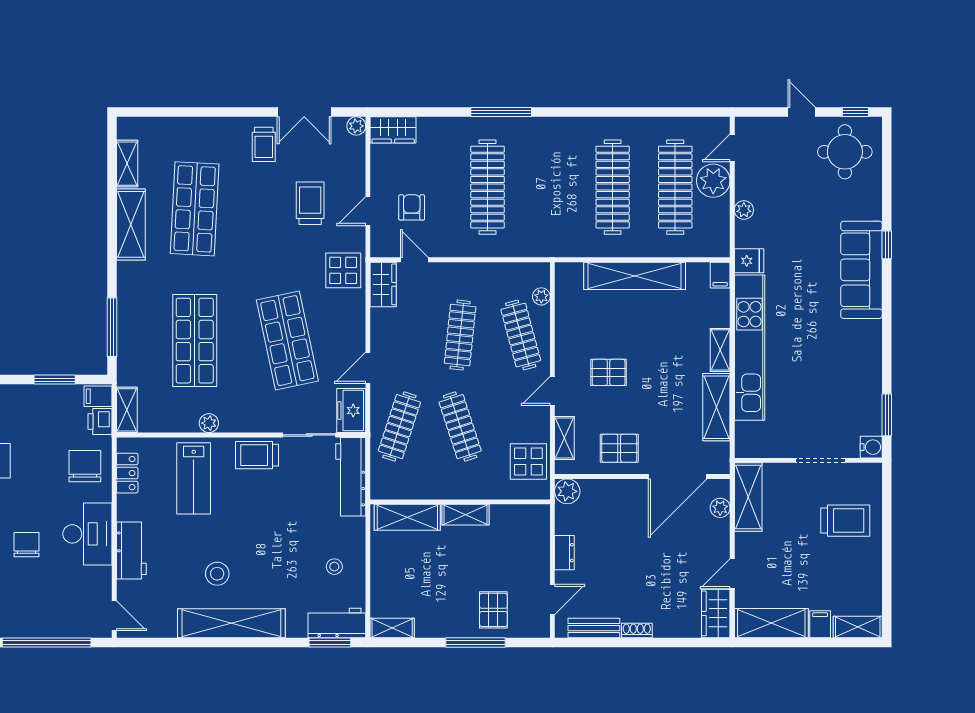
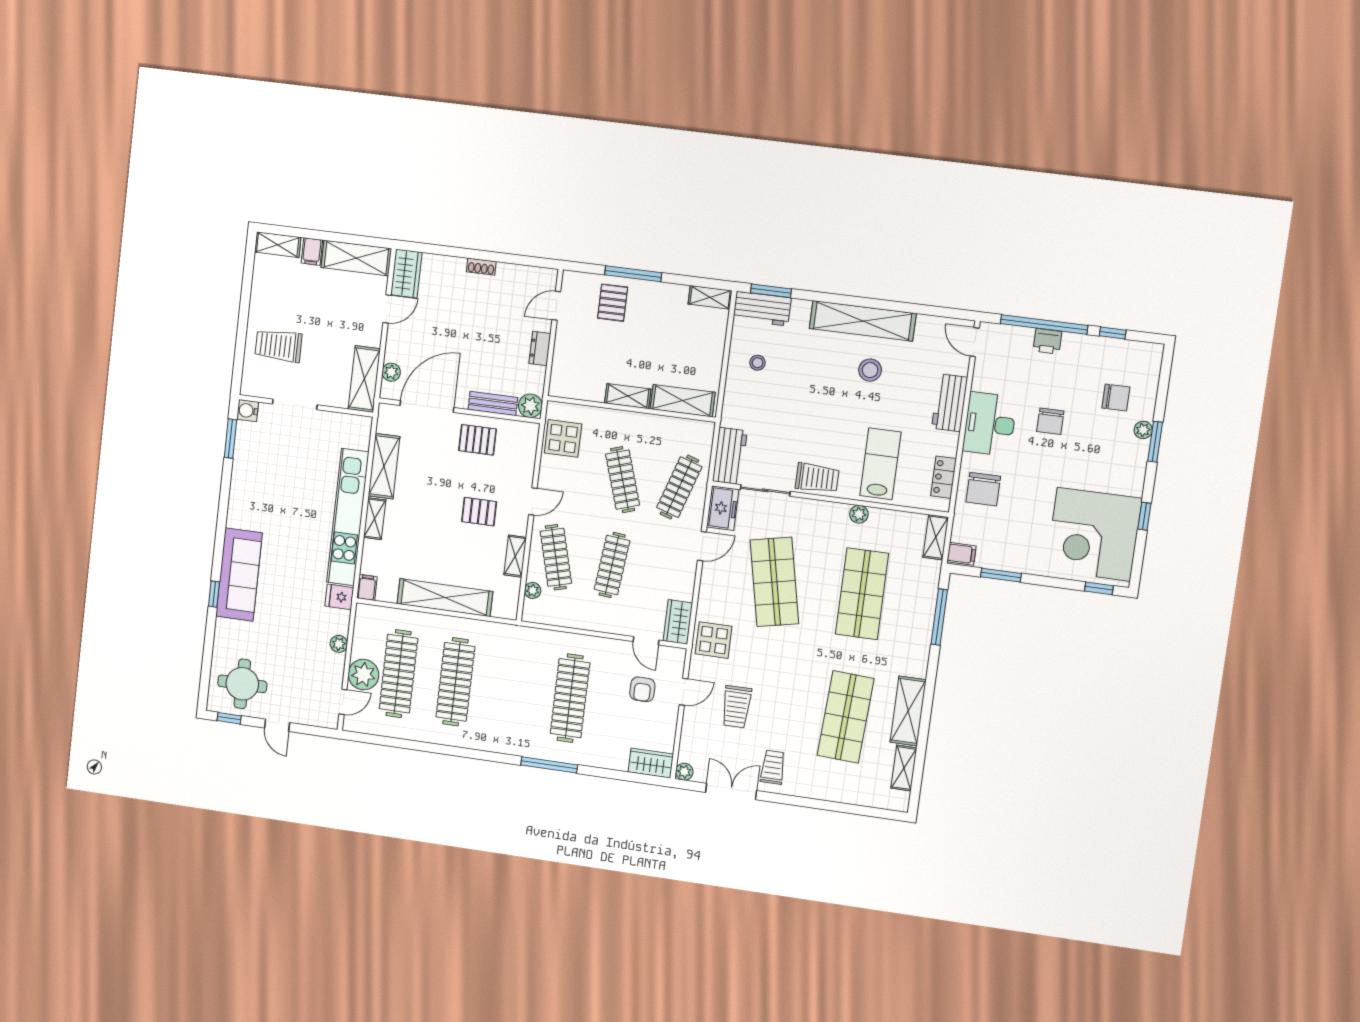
printer: (100, 422) -> (1047, 341), moved, turned 90
shelving: (564, 438) -> (515, 556), moved
workbench: (351, 477) -> (730, 456), width x0.73
bench: (594, 628) -> (493, 404), moved

